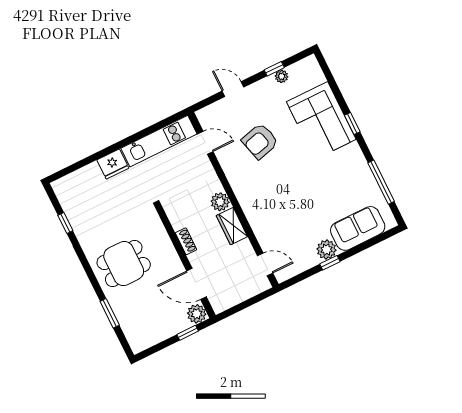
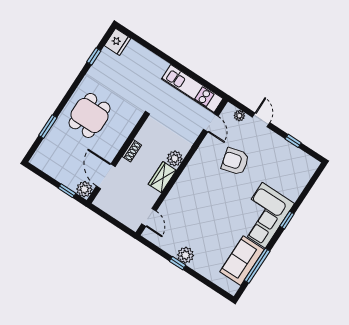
plant: (282, 76) -> (239, 116), moved
corner sofa: (321, 121) -> (264, 215), moved
fridge: (113, 164) -> (118, 42), moved, turned -90
sofa: (358, 228) -> (242, 261), moved, turned -90
dining table: (124, 264) -> (89, 115), turned 90

